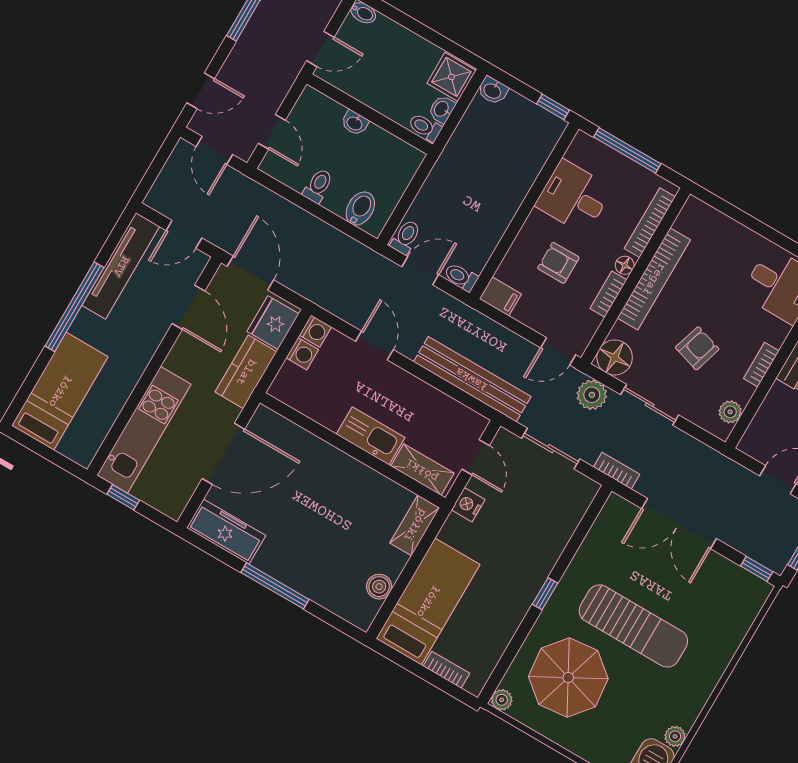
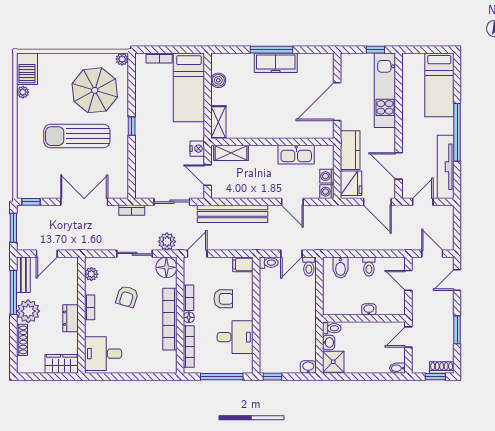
kitchen sink: (371, 436) -> (296, 155), moved
freezer: (226, 532) -> (276, 63), moved

